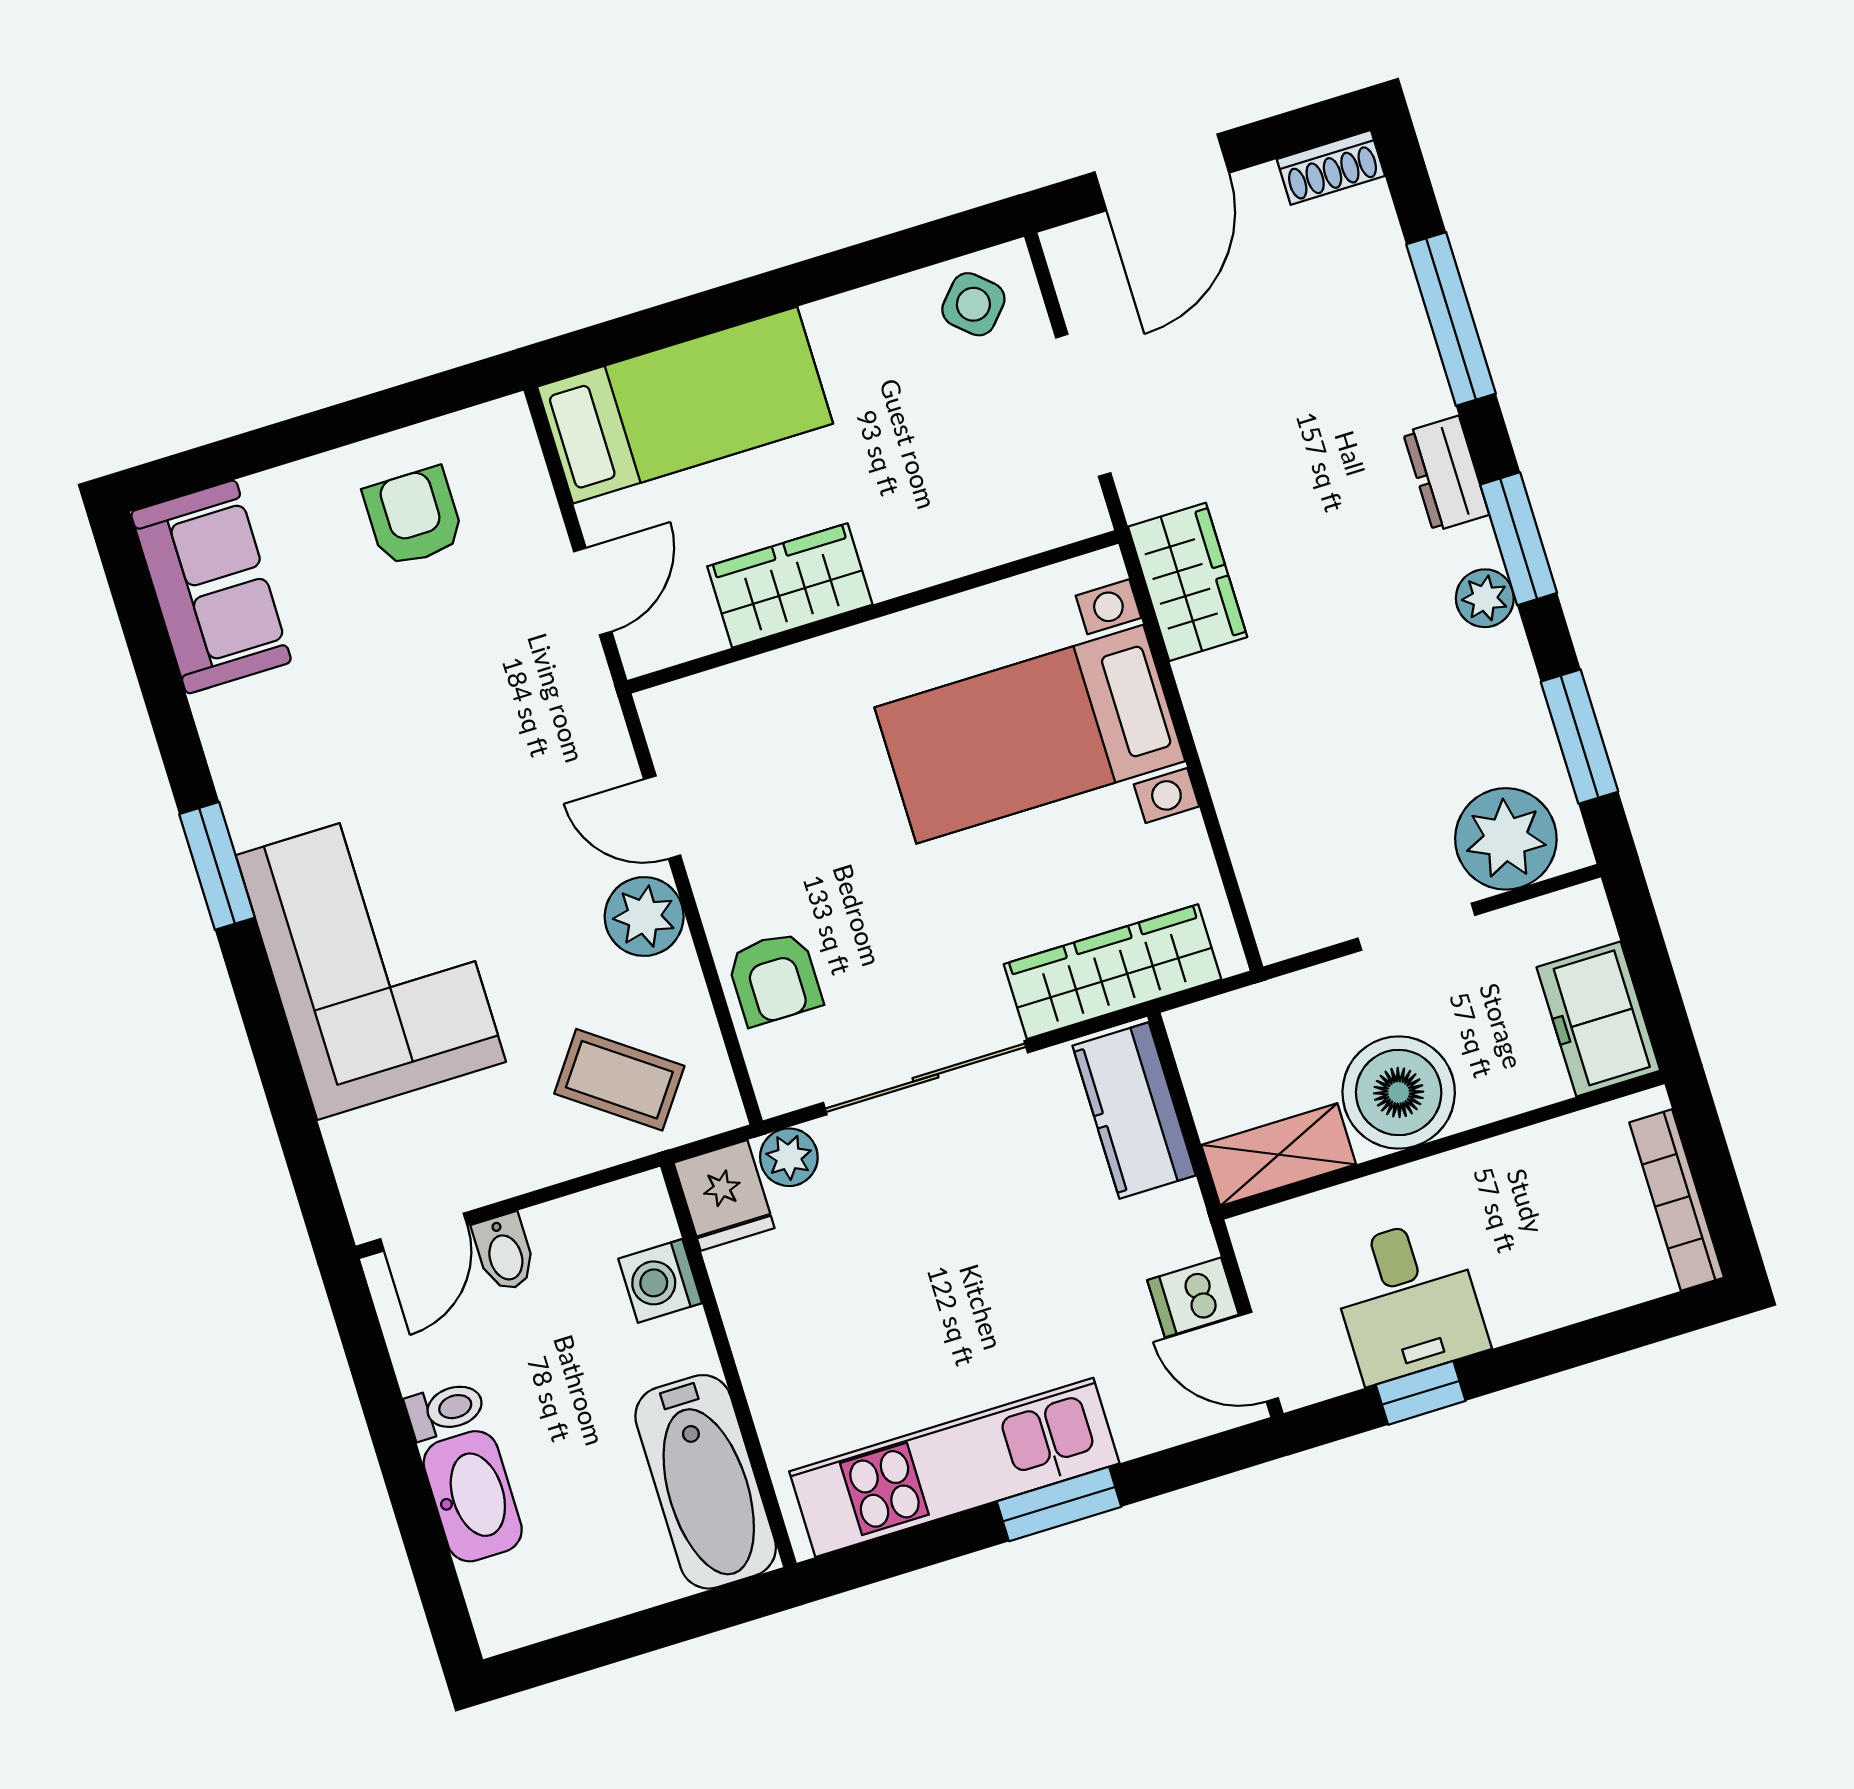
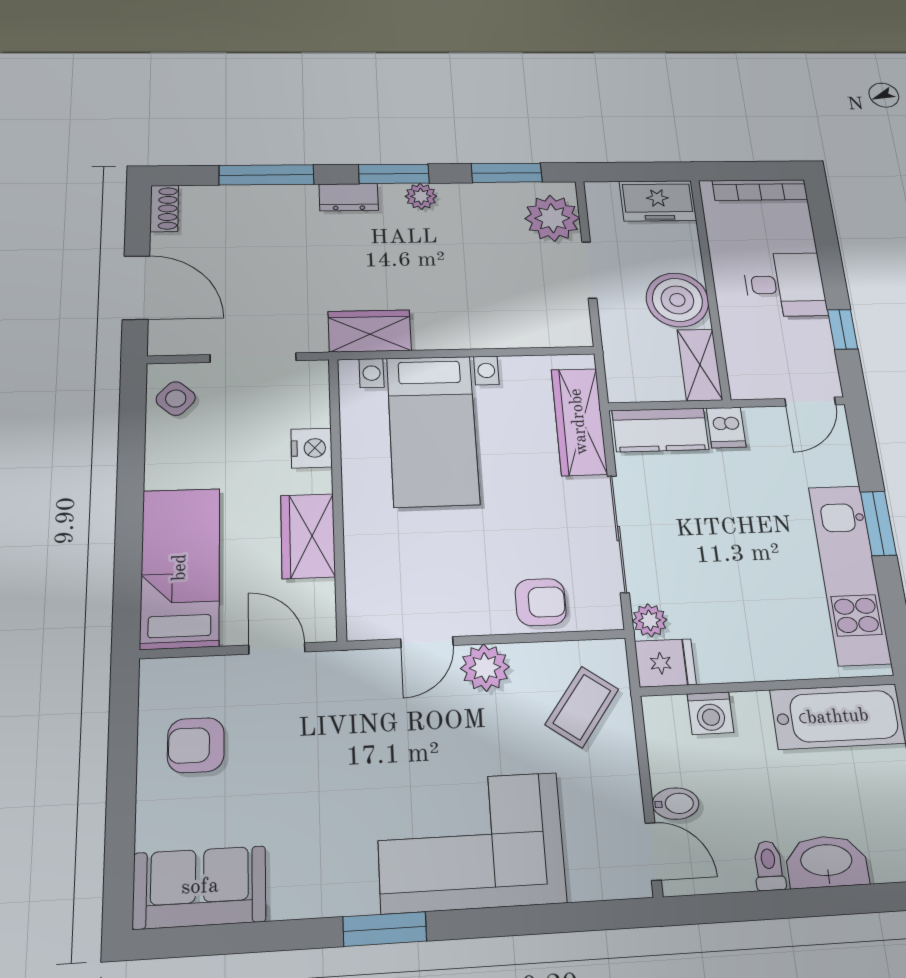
nightstand: (944, 548) -> (312, 448), added
dishwasher: (1193, 1297) -> (726, 427), moved
desk: (1408, 1300) -> (785, 285), moved

